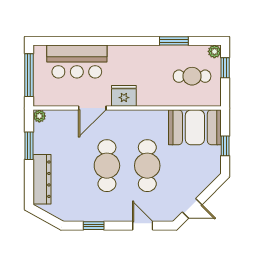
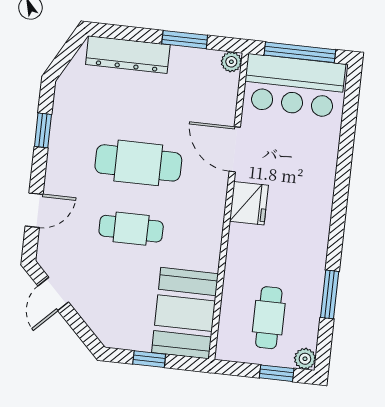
bar counter: (77, 62) -> (294, 86), moved, turned -90
cafe table: (147, 166) -> (131, 229), width x0.73, depth x0.74

